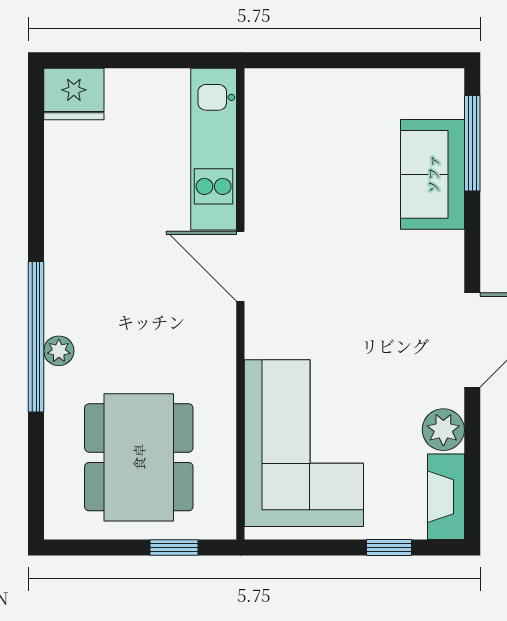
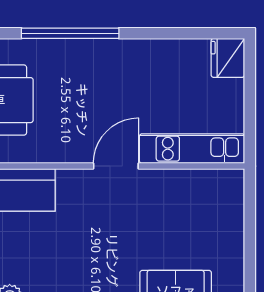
plant: (59, 351) -> (61, 48), removed

